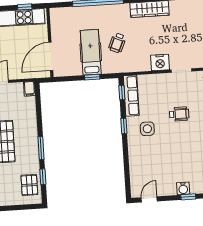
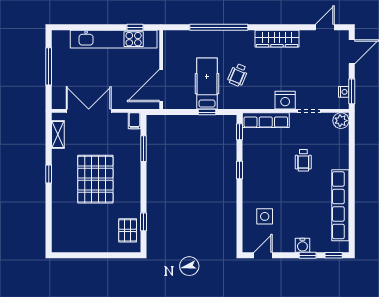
row of seats: (131, 96) -> (266, 120), moved, turned 90
wheelchair: (179, 114) -> (303, 160), turned 90
side table: (147, 129) -> (265, 216), moved
window: (41, 148) -> (143, 149), moved

